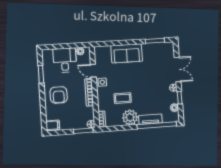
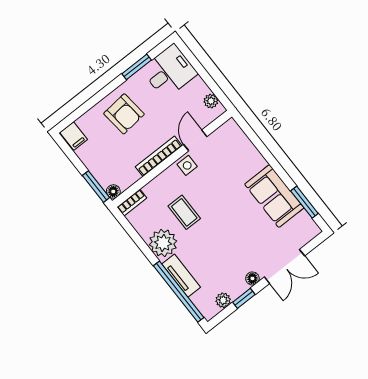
sofa: (127, 53) -> (274, 196), moved
desk: (65, 60) -> (169, 72), moved
armchair: (59, 95) -> (124, 114), turned -96

